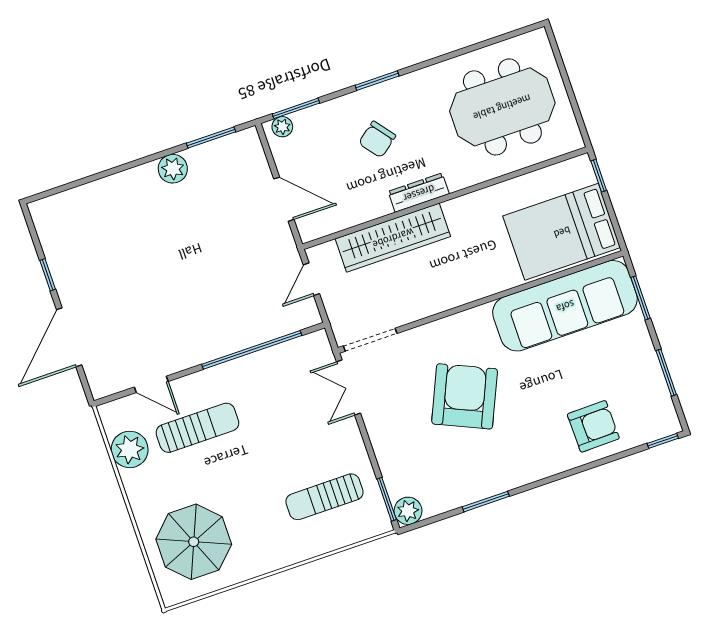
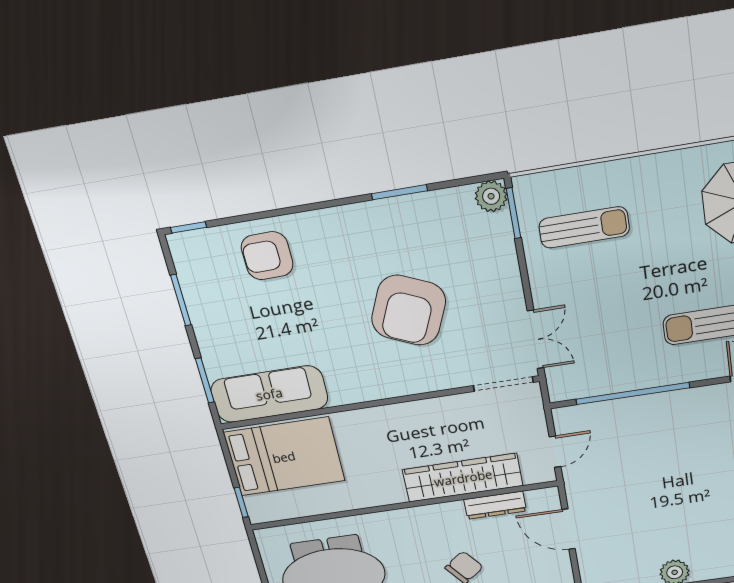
dresser: (419, 193) -> (495, 505), moved
sofa: (565, 306) -> (269, 394), width x0.74, depth x0.79

